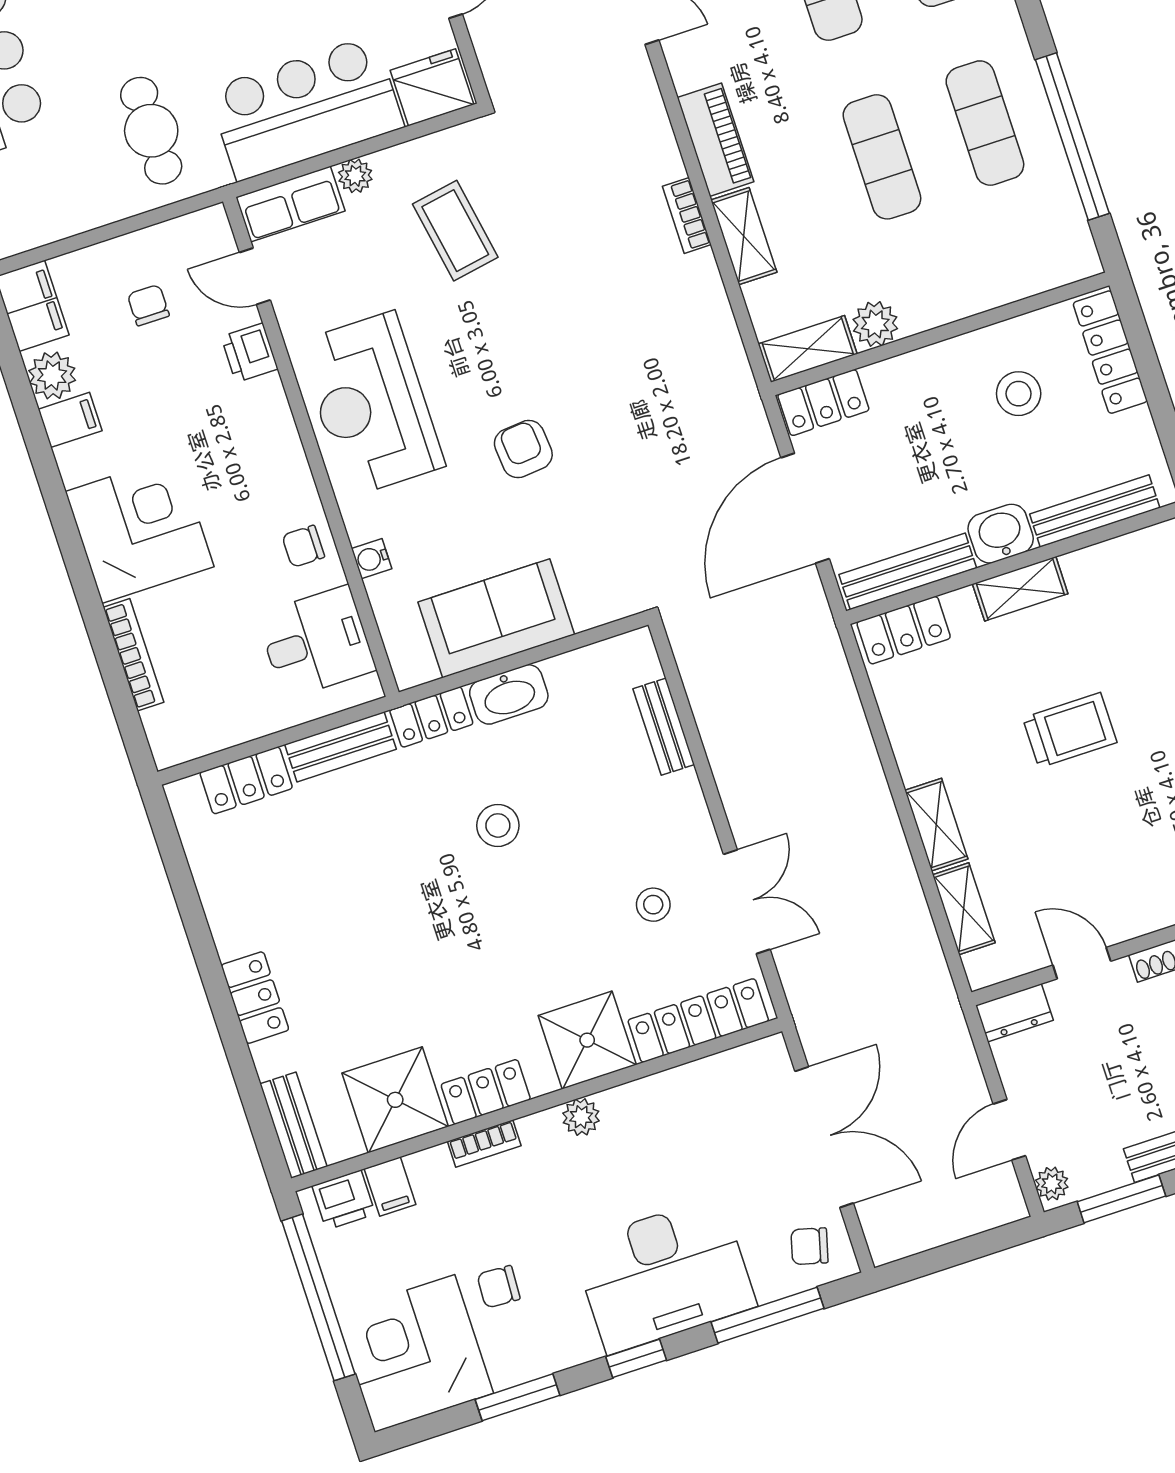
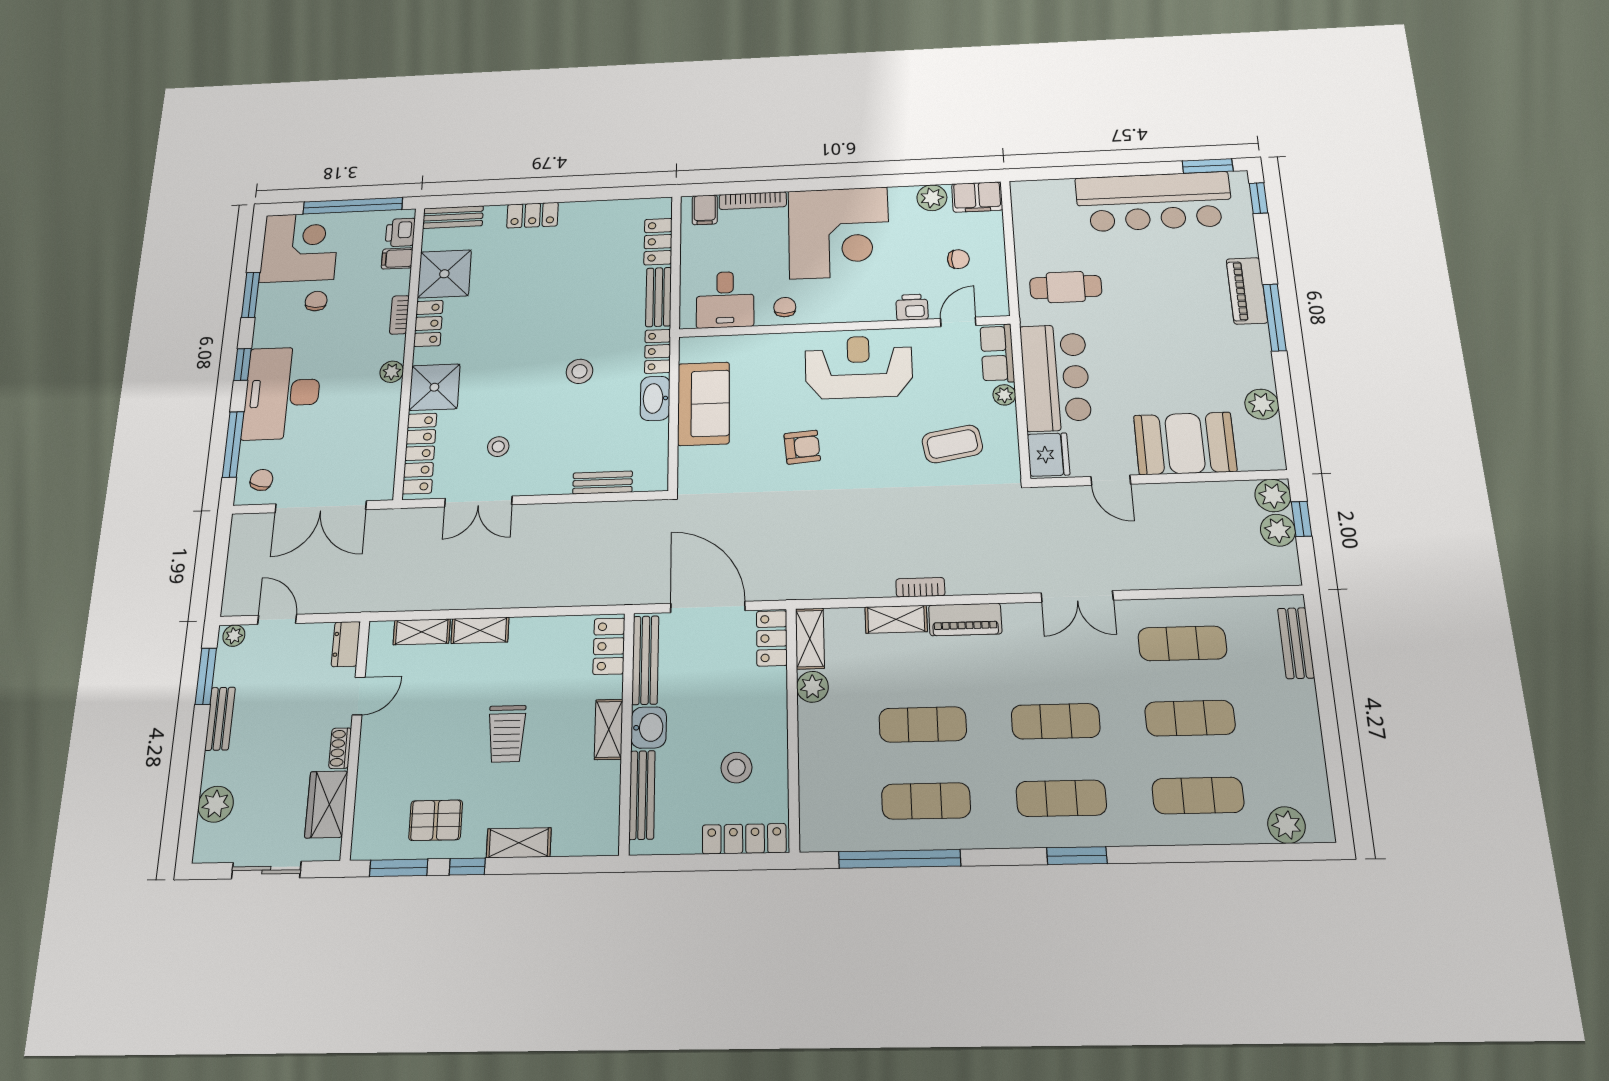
filing cabinet: (70, 420) -> (705, 210), moved
corner desk: (140, 529) -> (839, 233), width x1.36, depth x1.36
water cooler: (372, 559) -> (764, 343), removed

